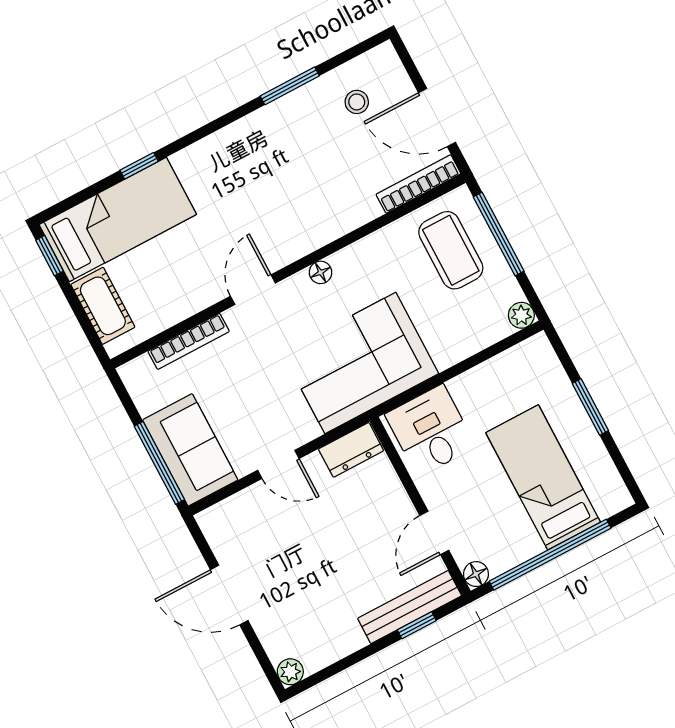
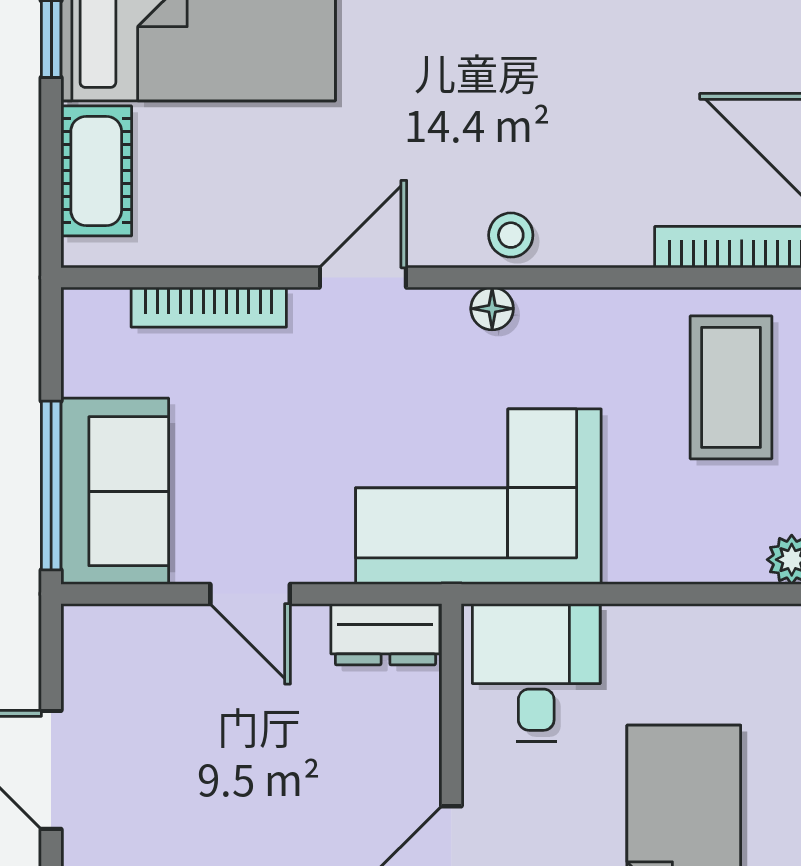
stool: (357, 102) -> (511, 235), moved

